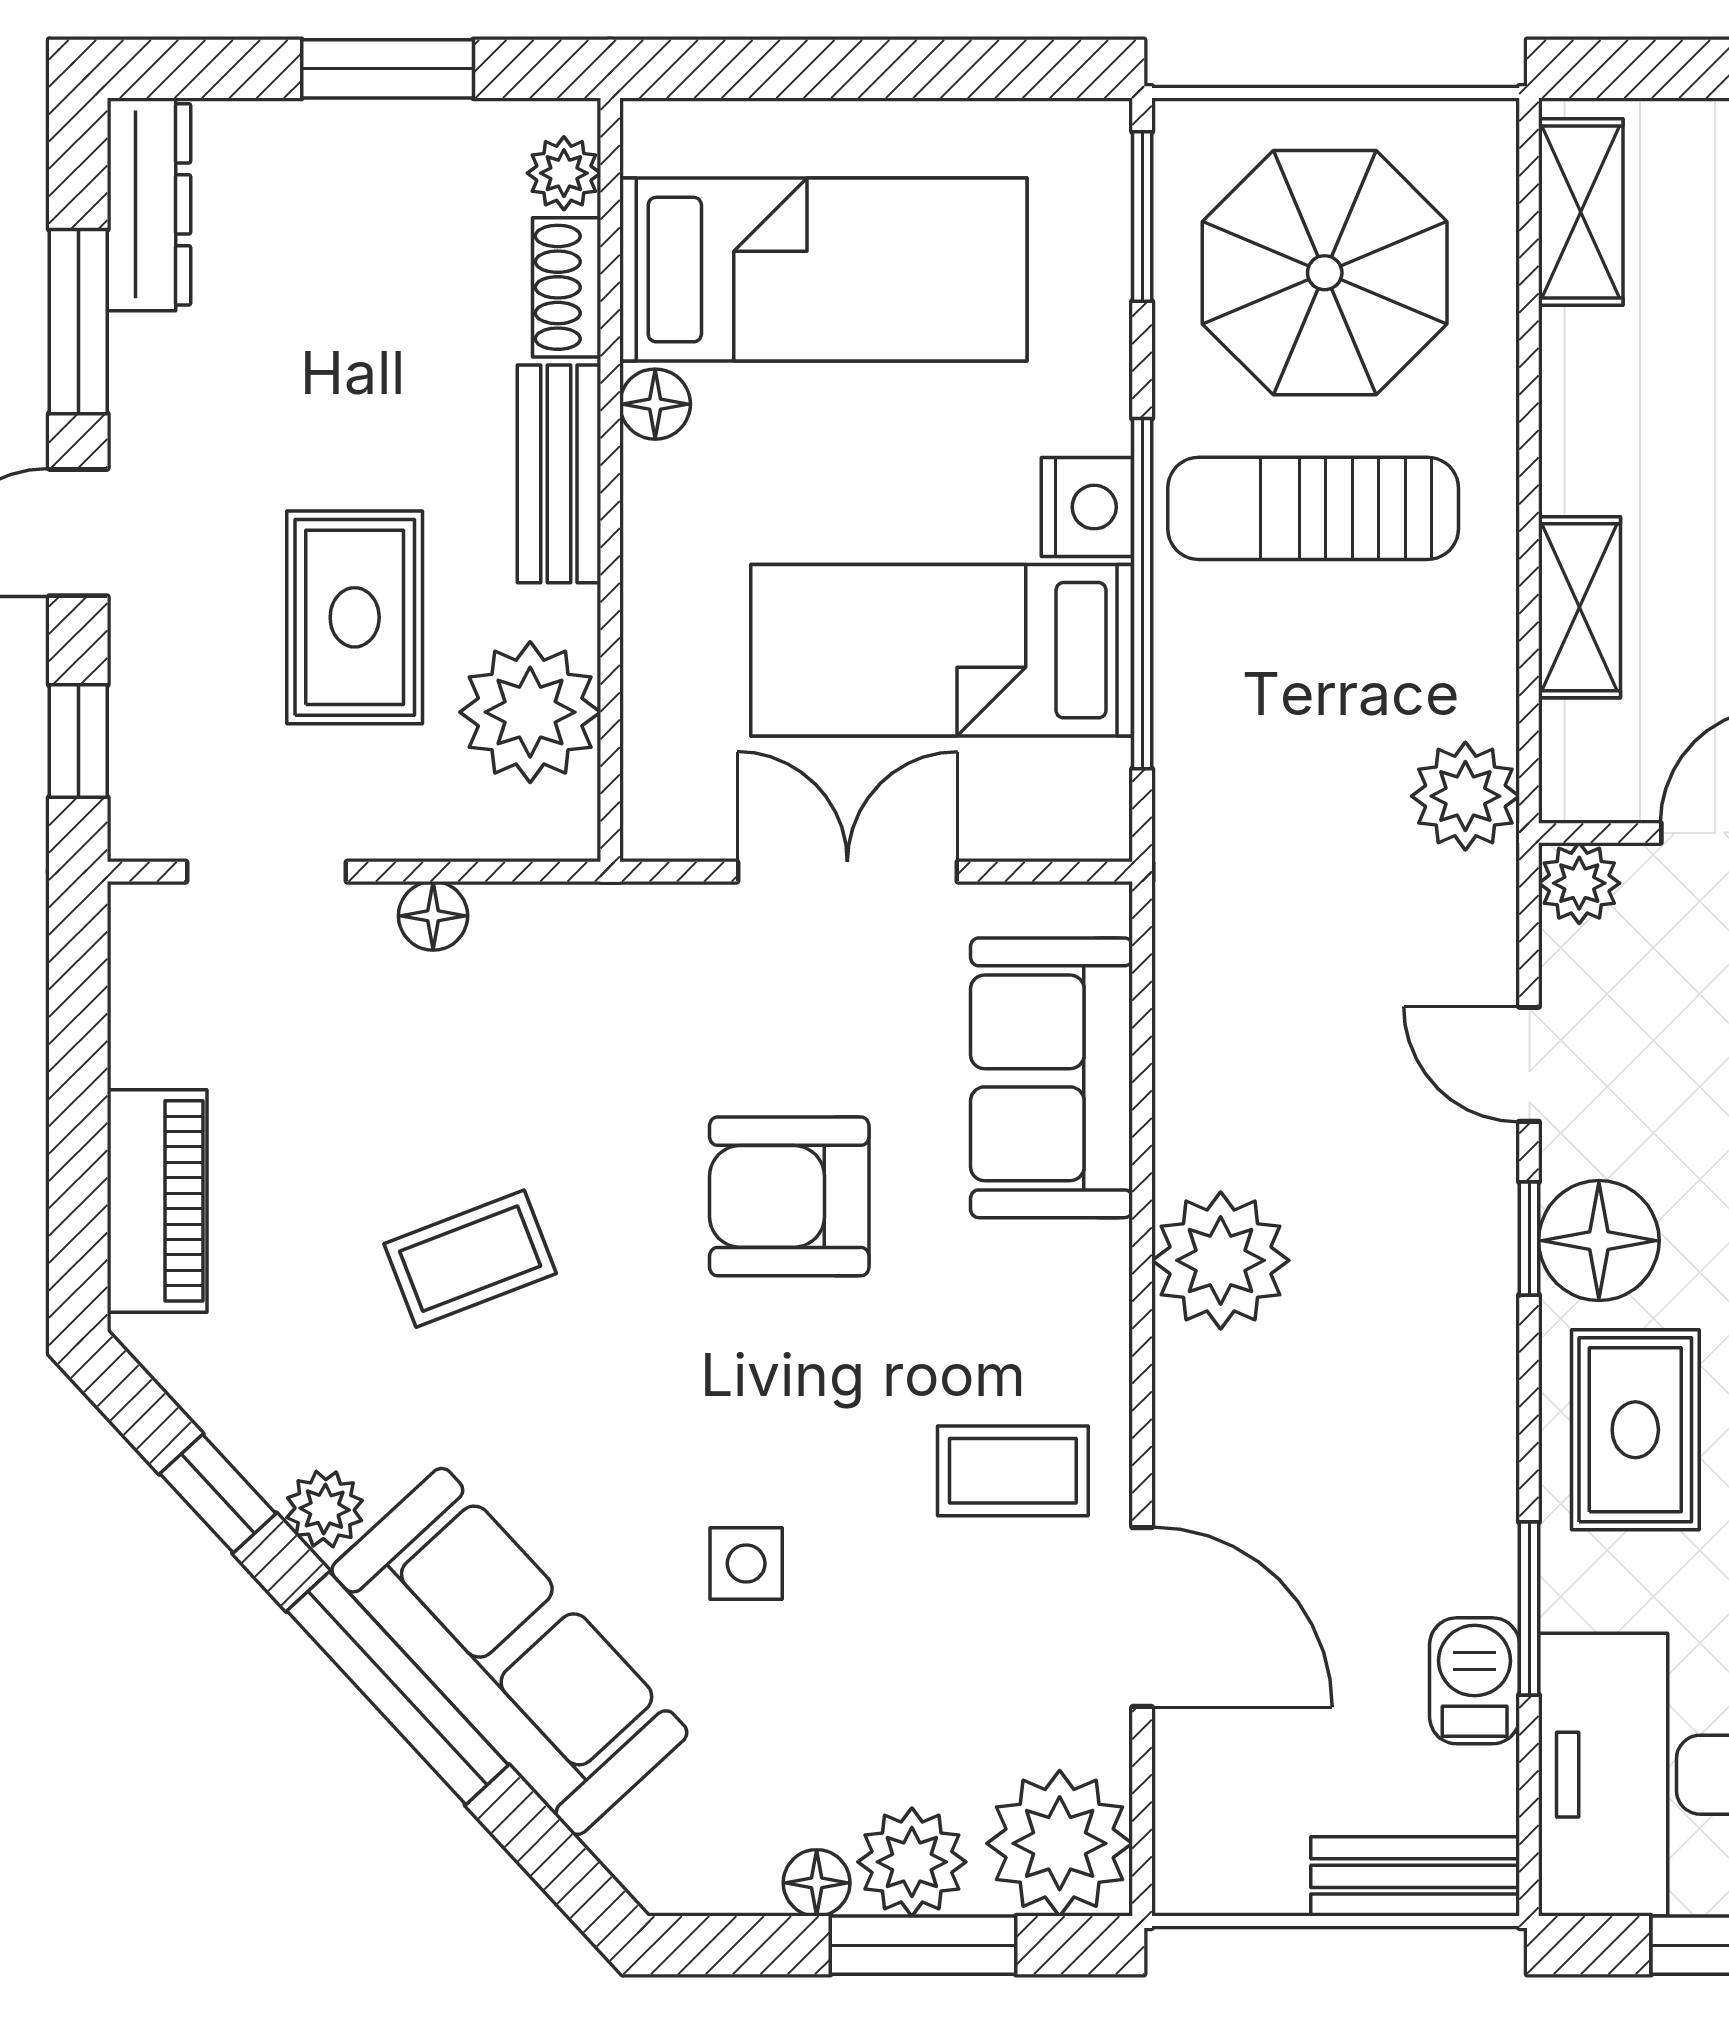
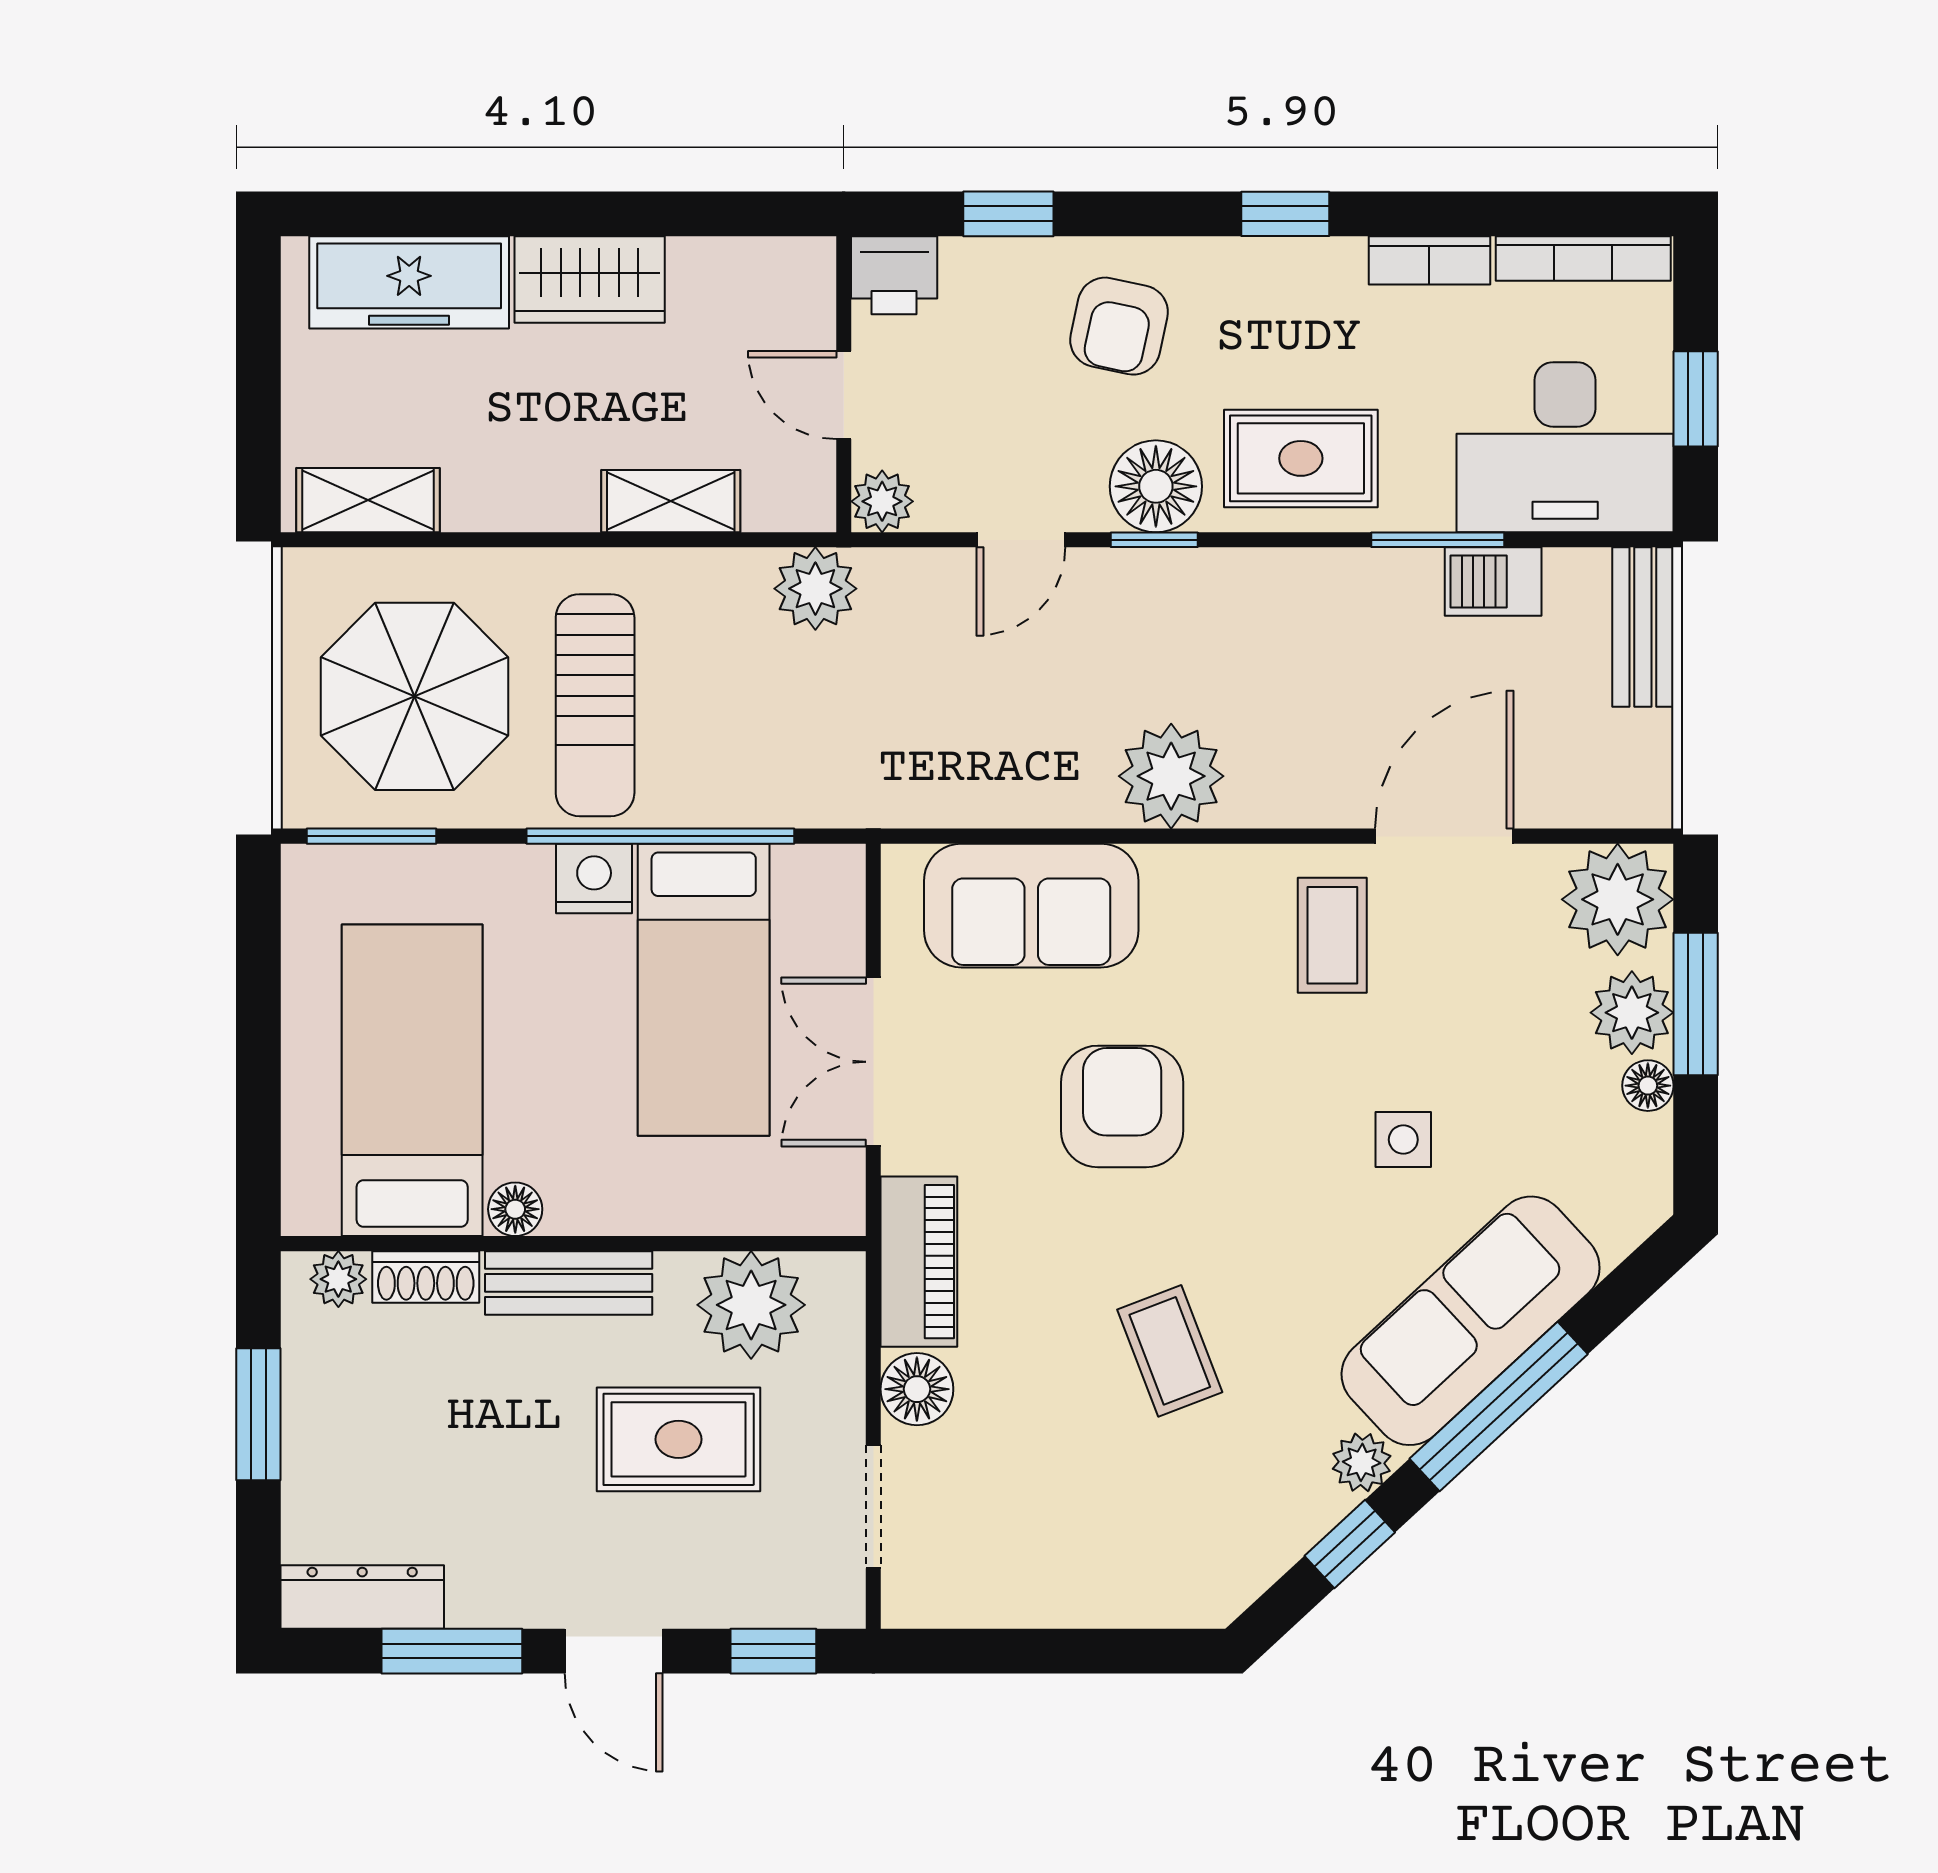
floor lamp: (433, 916) -> (917, 1389), width x1.37, depth x1.37
armchair: (789, 1196) -> (1122, 1106), turned 180
piano: (157, 1201) -> (919, 1262), moved, turned 90

